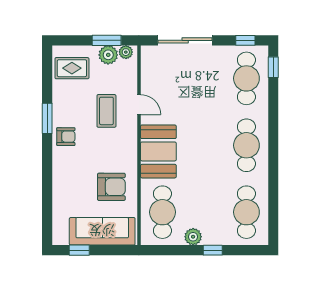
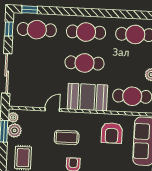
coffee table: (106, 111) -> (67, 137), moved
cafe table: (204, 145) -> (85, 63), added
armchair: (111, 187) -> (112, 133), turned 180

